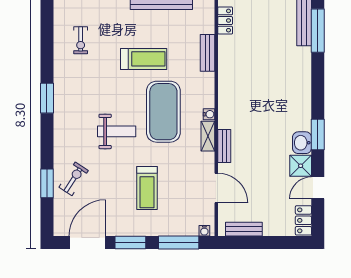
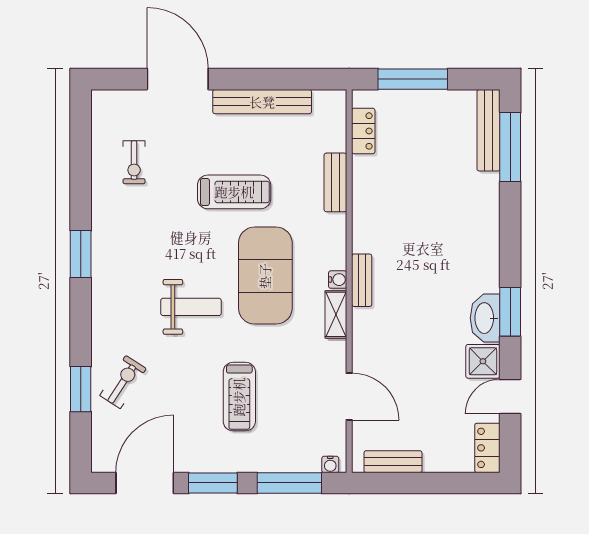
washbasin: (302, 143) -> (485, 318), width x1.38
bench: (224, 146) -> (362, 280), moved

